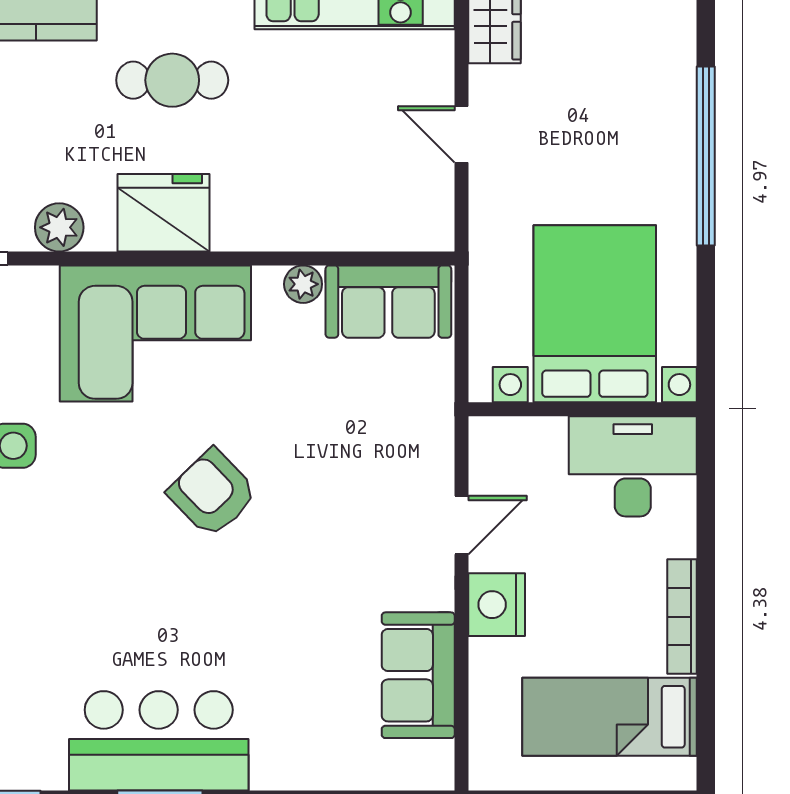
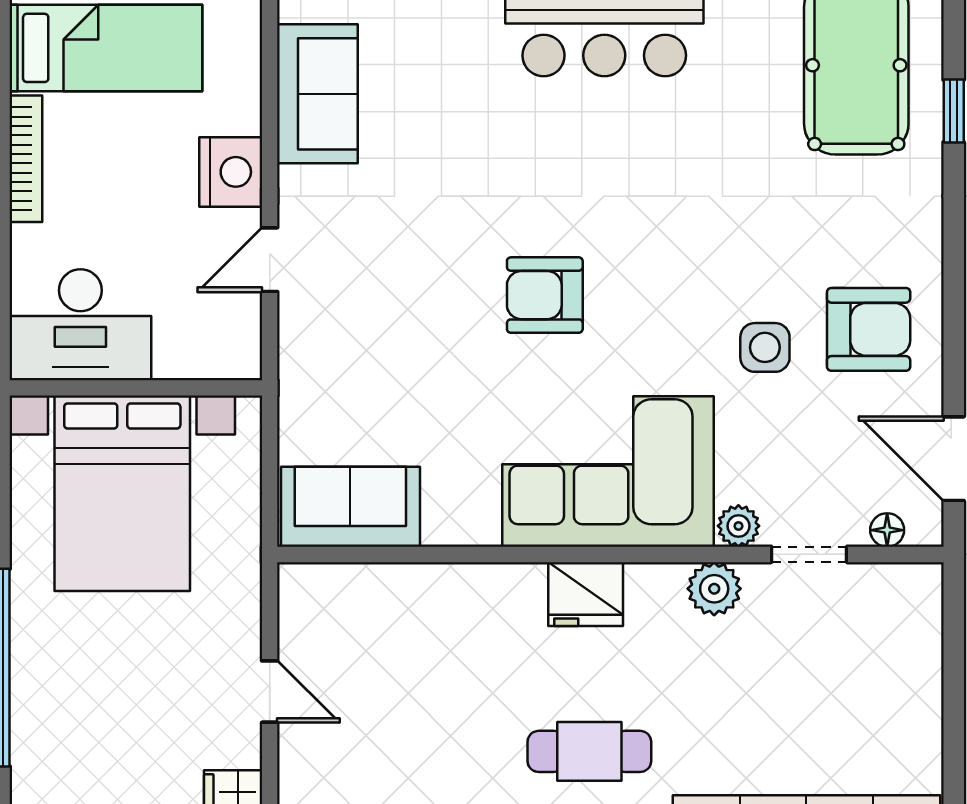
fridge: (163, 213) -> (586, 594), width x0.73, depth x0.75
plant: (303, 284) -> (738, 526), moved
armchair: (212, 493) -> (545, 295), turned 134

